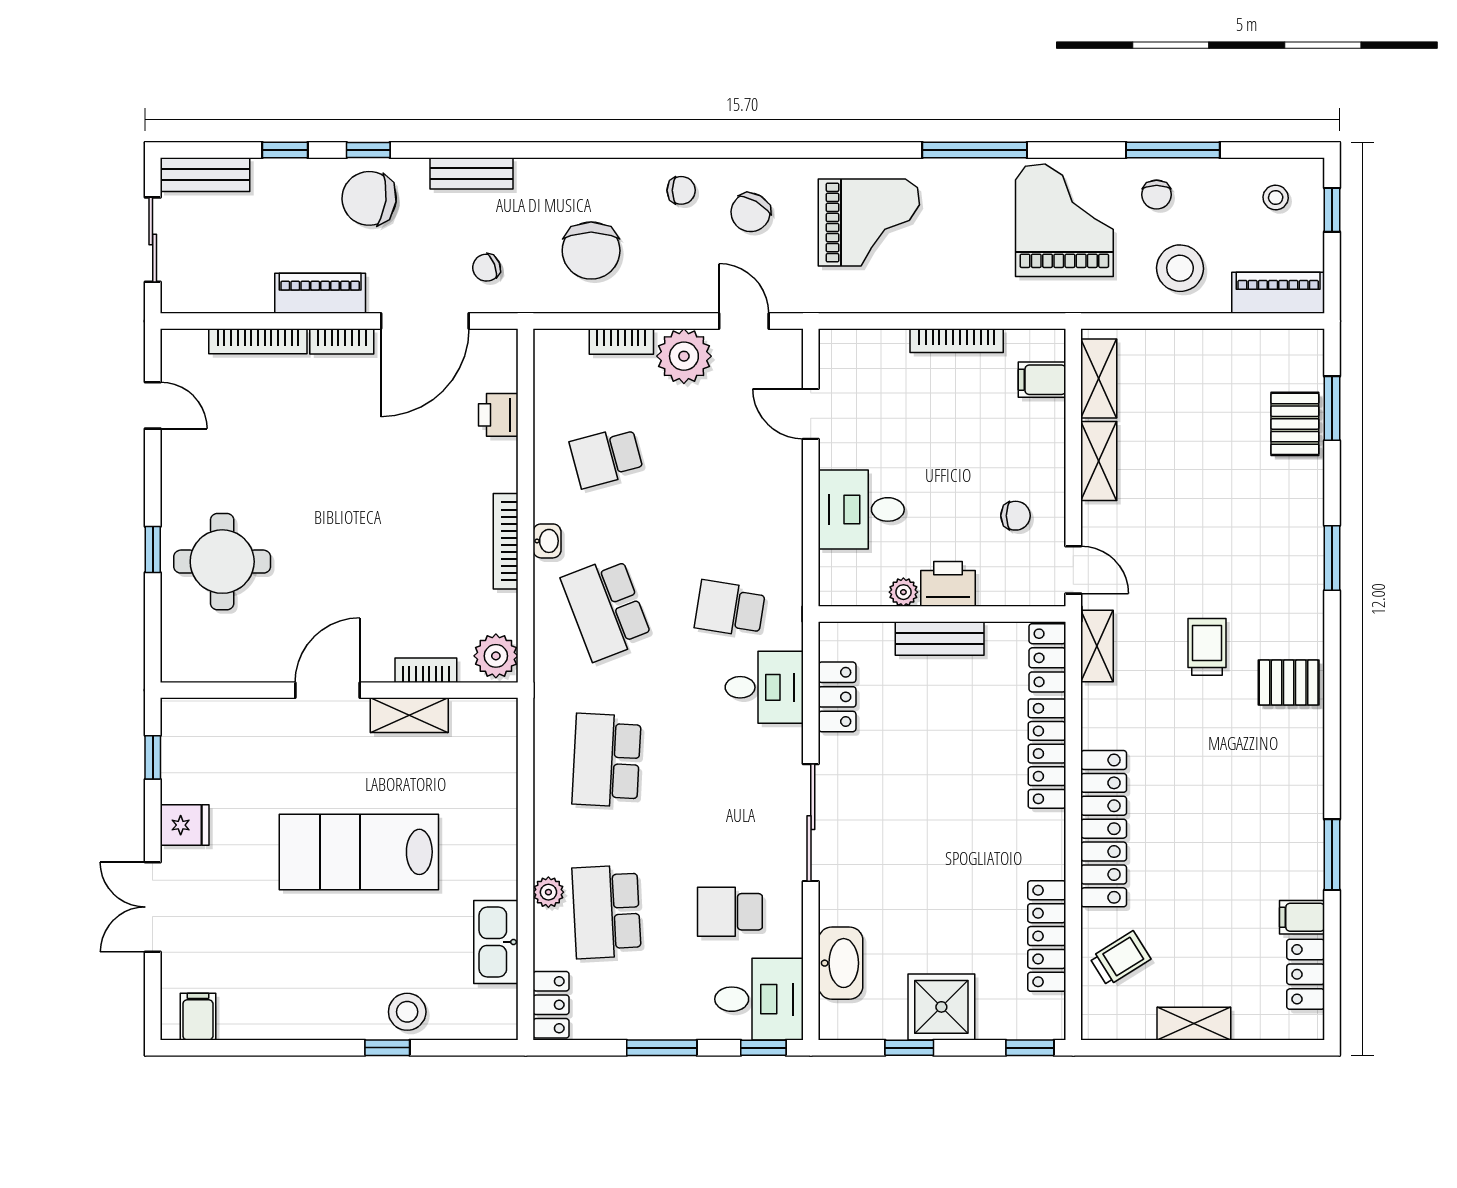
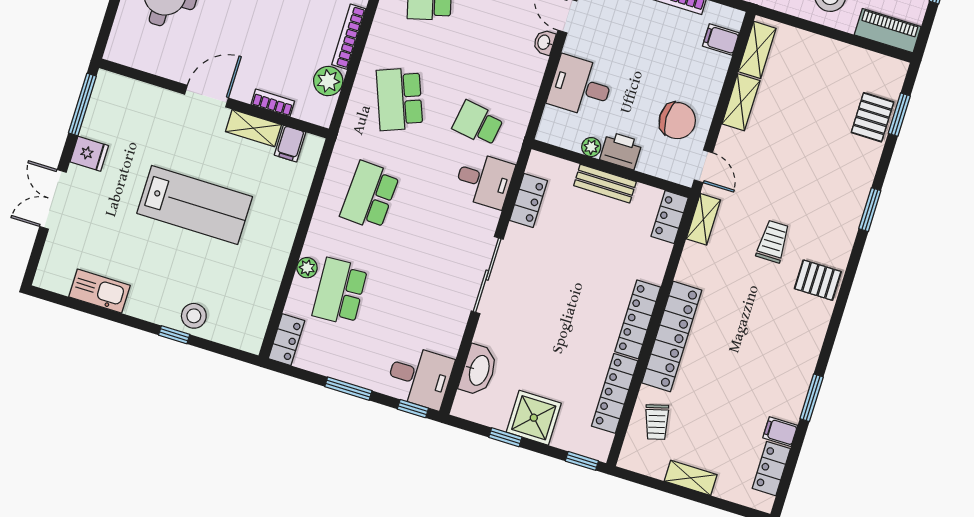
chair: (1016, 516) -> (677, 121), width x1.87, depth x1.87
washbasin: (547, 541) -> (544, 42), moved, turned 180
plant: (496, 656) -> (328, 81), moved
locker: (1047, 754) -> (638, 319), moved
window: (153, 757) -> (82, 105), width x2.17
lab bench: (359, 852) -> (195, 205), turned 180
school desk: (730, 912) -> (418, 316), removed
kitchen sink: (496, 942) -> (99, 291), moved, turned 90
trolley: (1120, 958) -> (657, 422), turned 107
filing cabinet: (198, 1017) -> (290, 144), moved, turned 180

